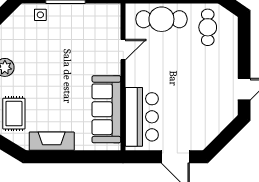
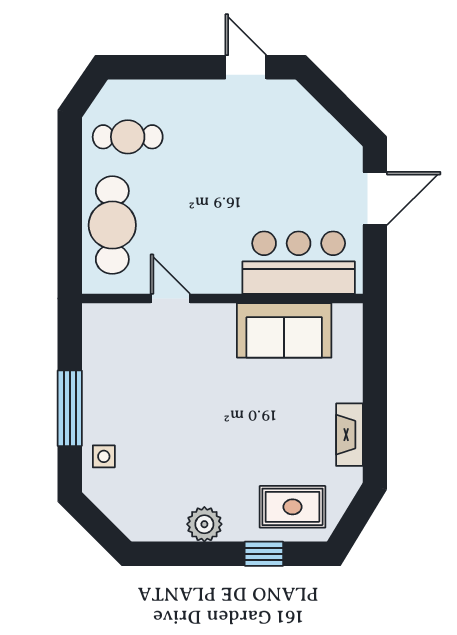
sofa: (106, 109) -> (284, 330), width x0.73
fireplace: (52, 141) -> (349, 435), width x0.73, depth x0.76

